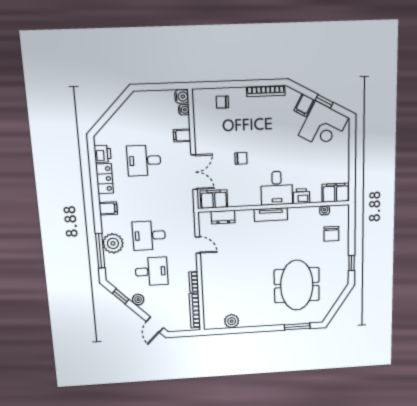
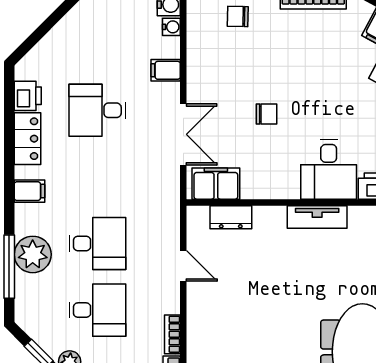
desk: (149, 235) -> (97, 243), turned 180

